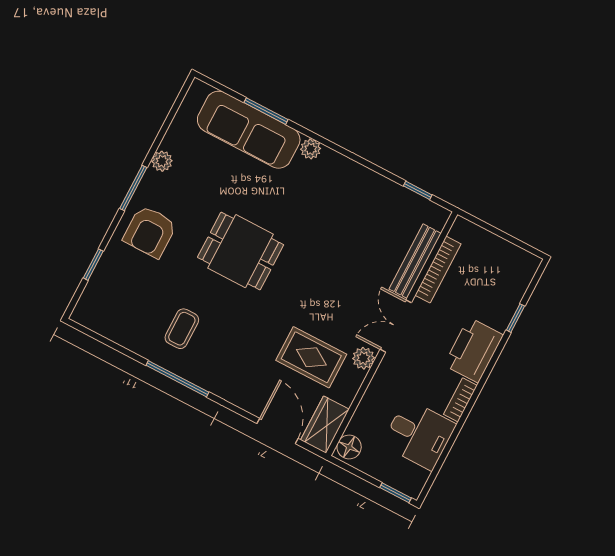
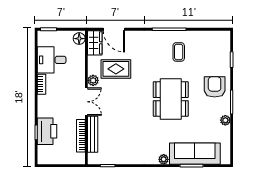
dining table: (241, 251) -> (171, 99), width x1.38
printer: (474, 350) -> (47, 131), moved

